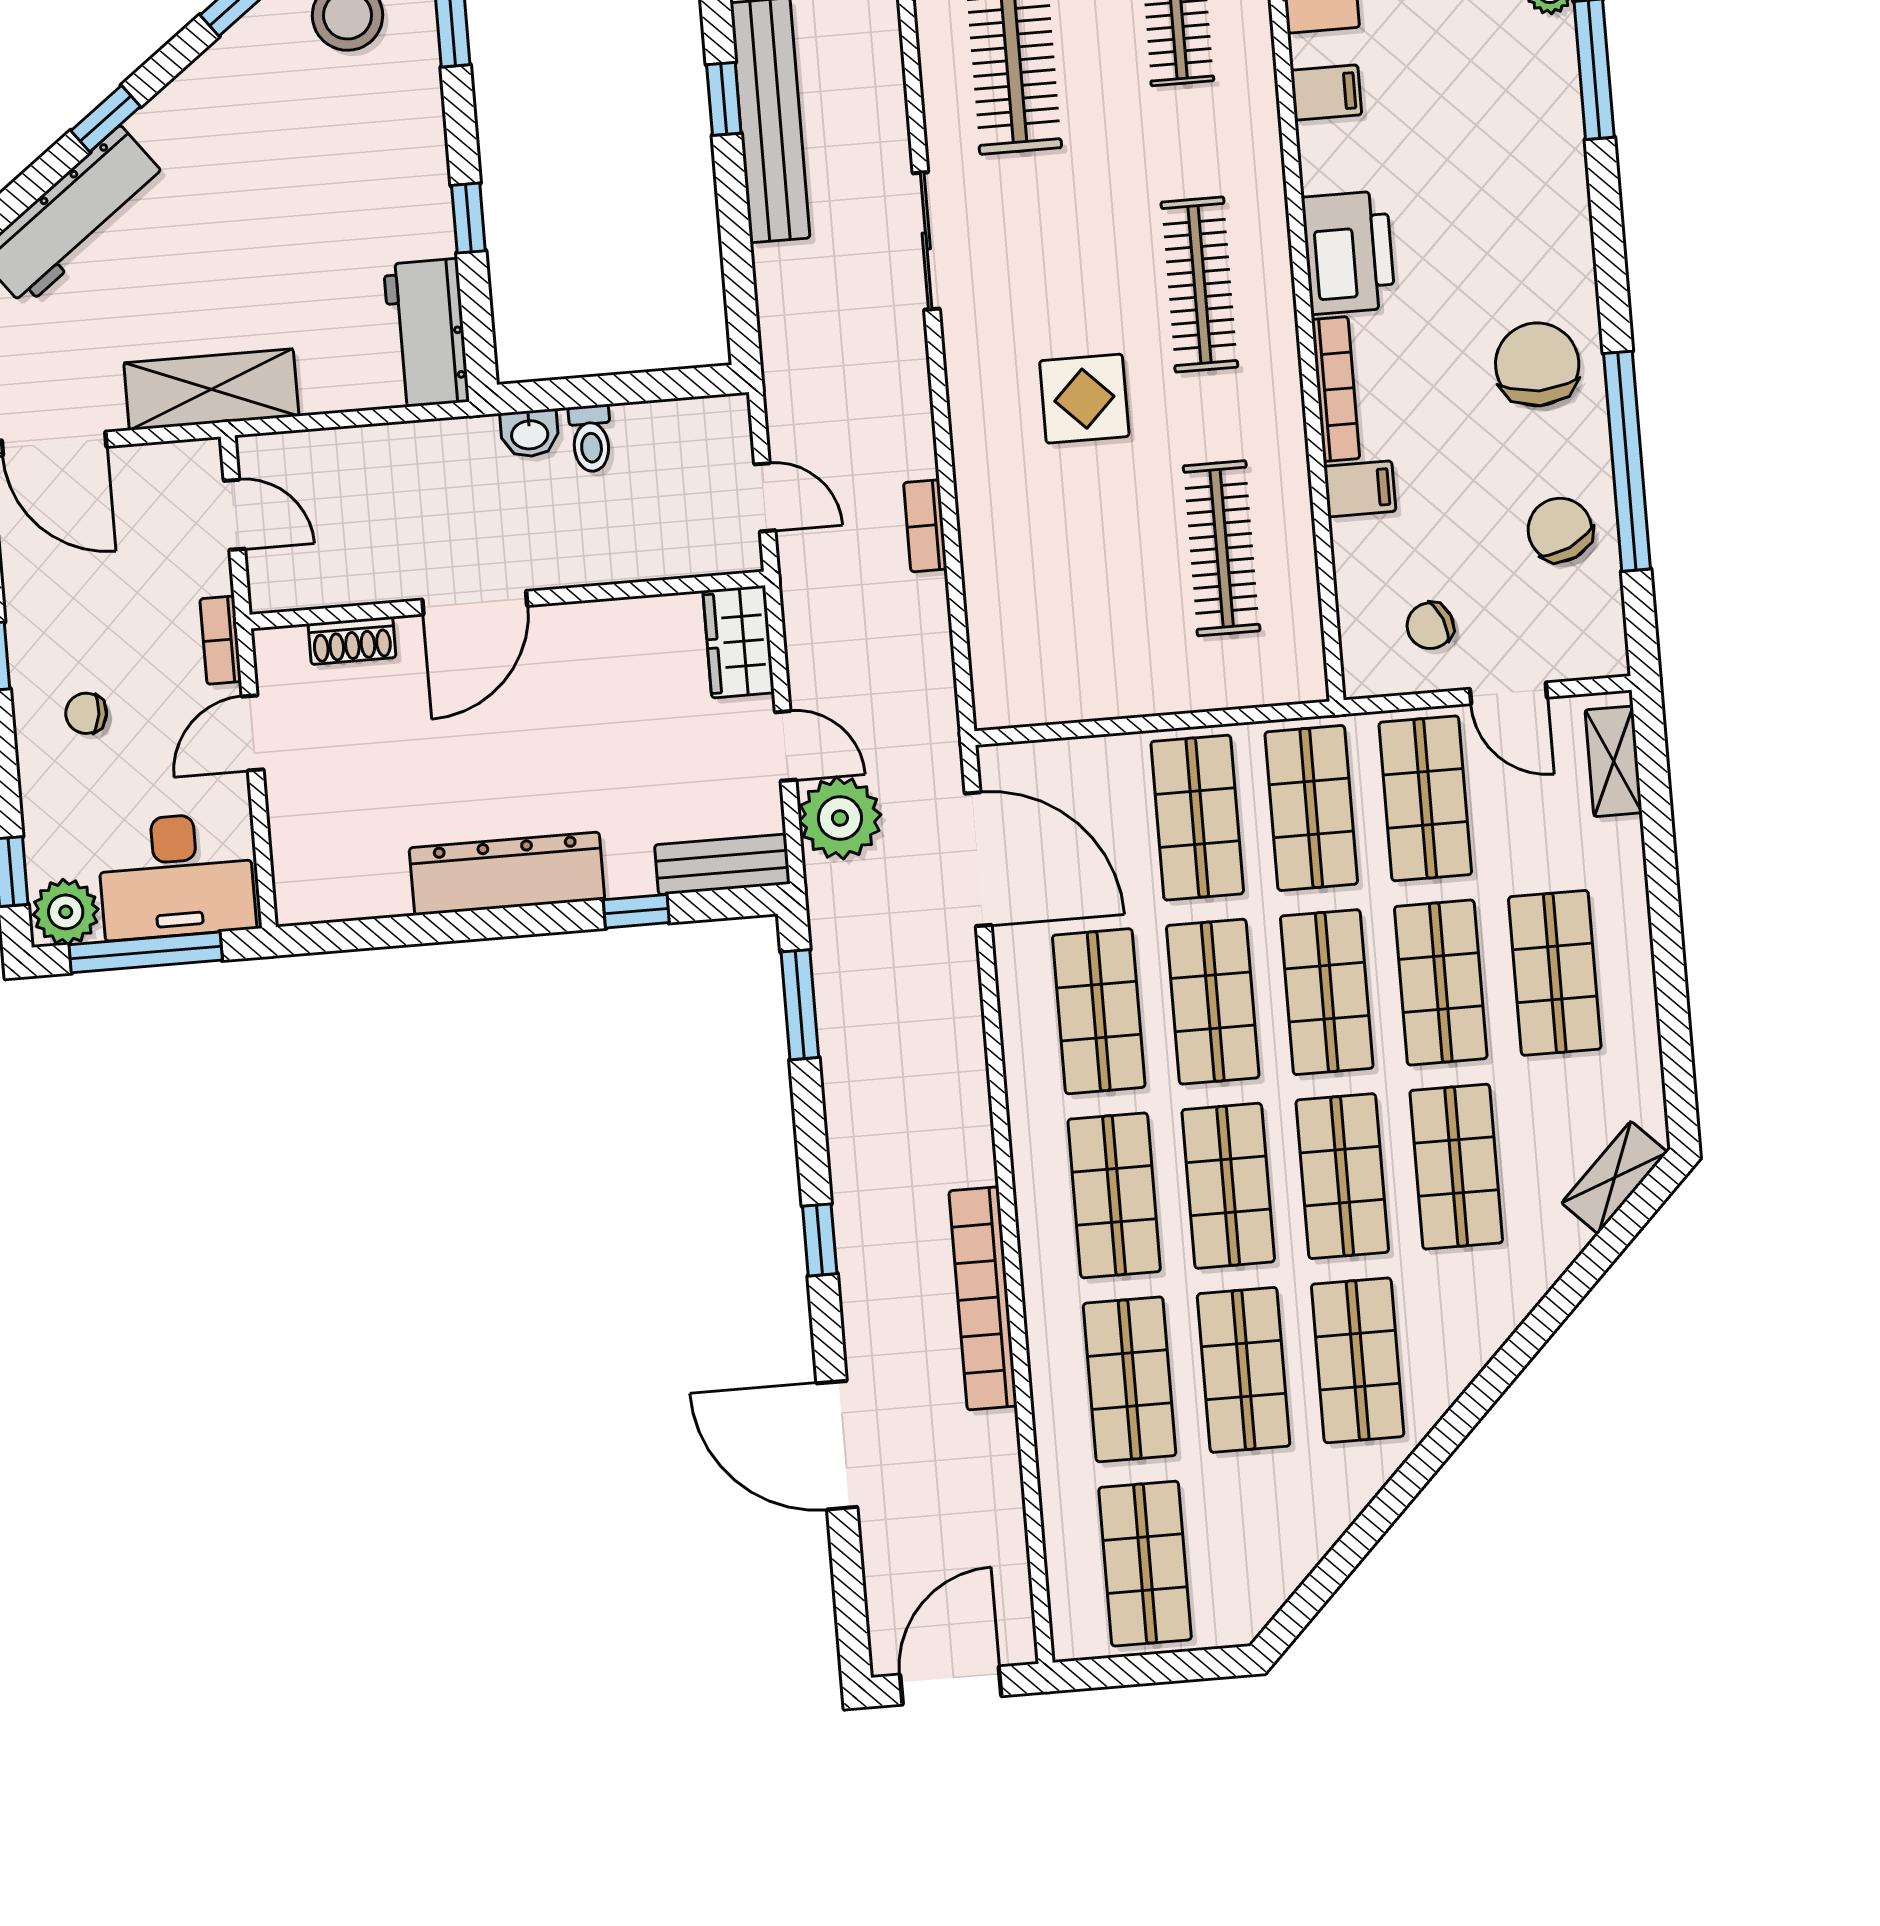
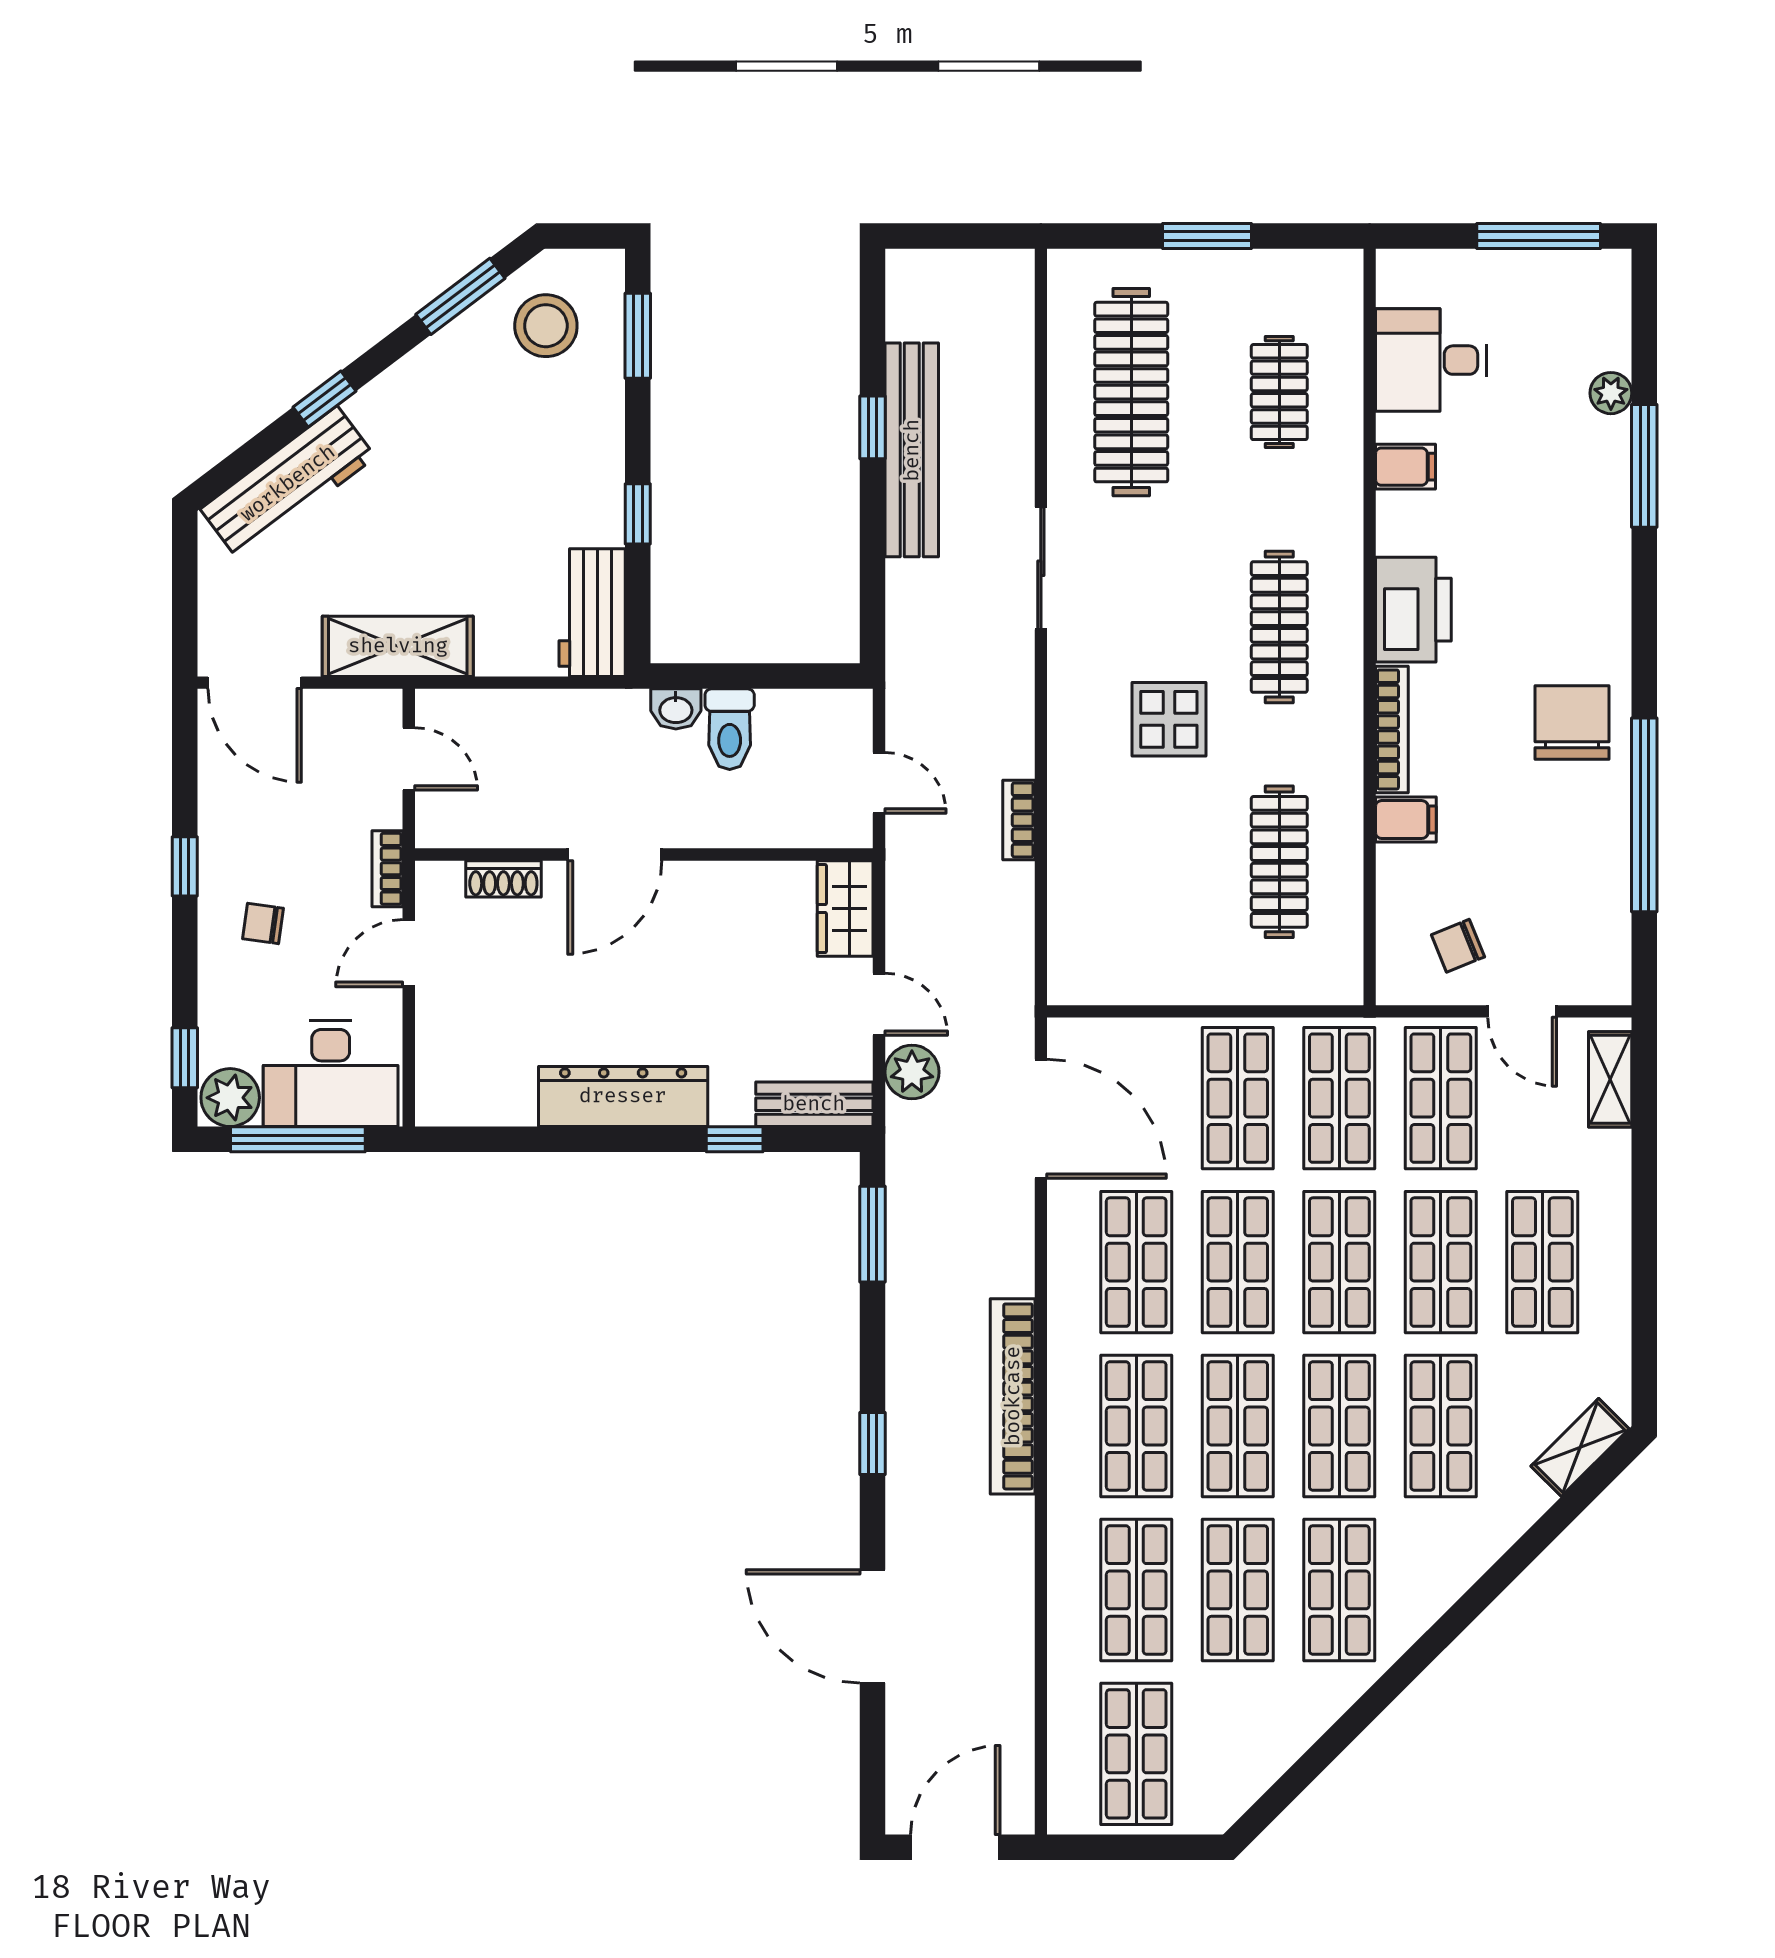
toilet: (591, 438) -> (730, 729), width x1.37, depth x1.39
chair: (1560, 530) -> (1580, 871), removed
plant: (840, 818) -> (912, 1072), width x0.73, depth x0.73
bookcase: (983, 1298) -> (1013, 1396), moved

